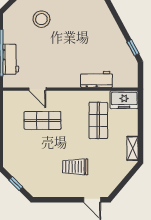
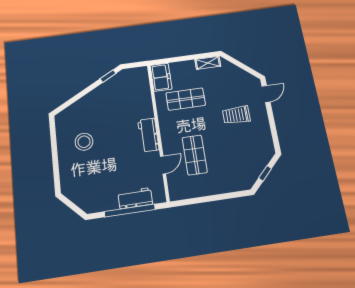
stool: (41, 19) -> (84, 142), moved
workbench: (96, 79) -> (148, 135), moved
trolley: (75, 167) -> (236, 115), turned 90

